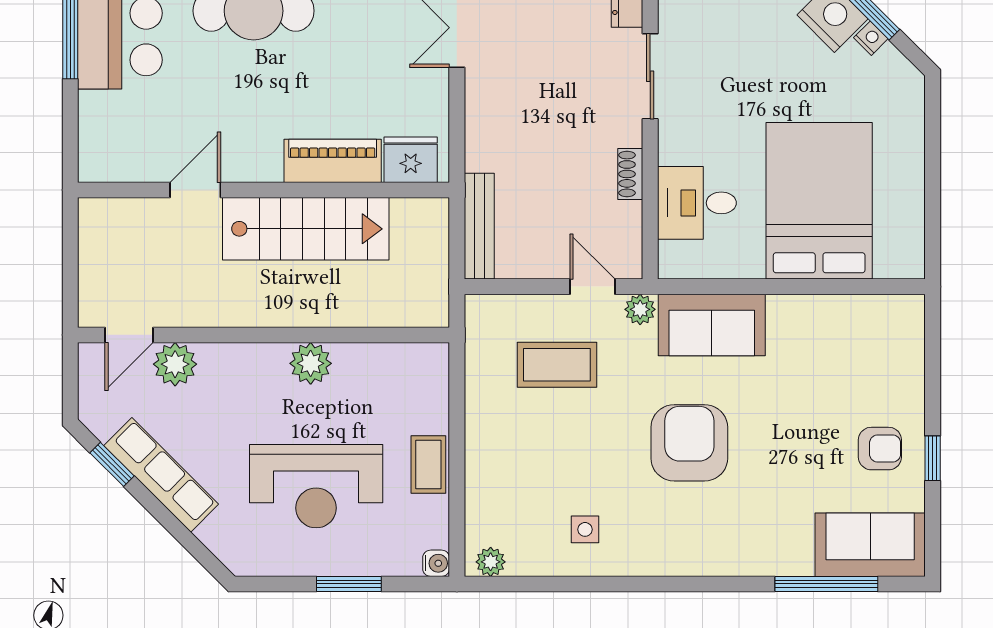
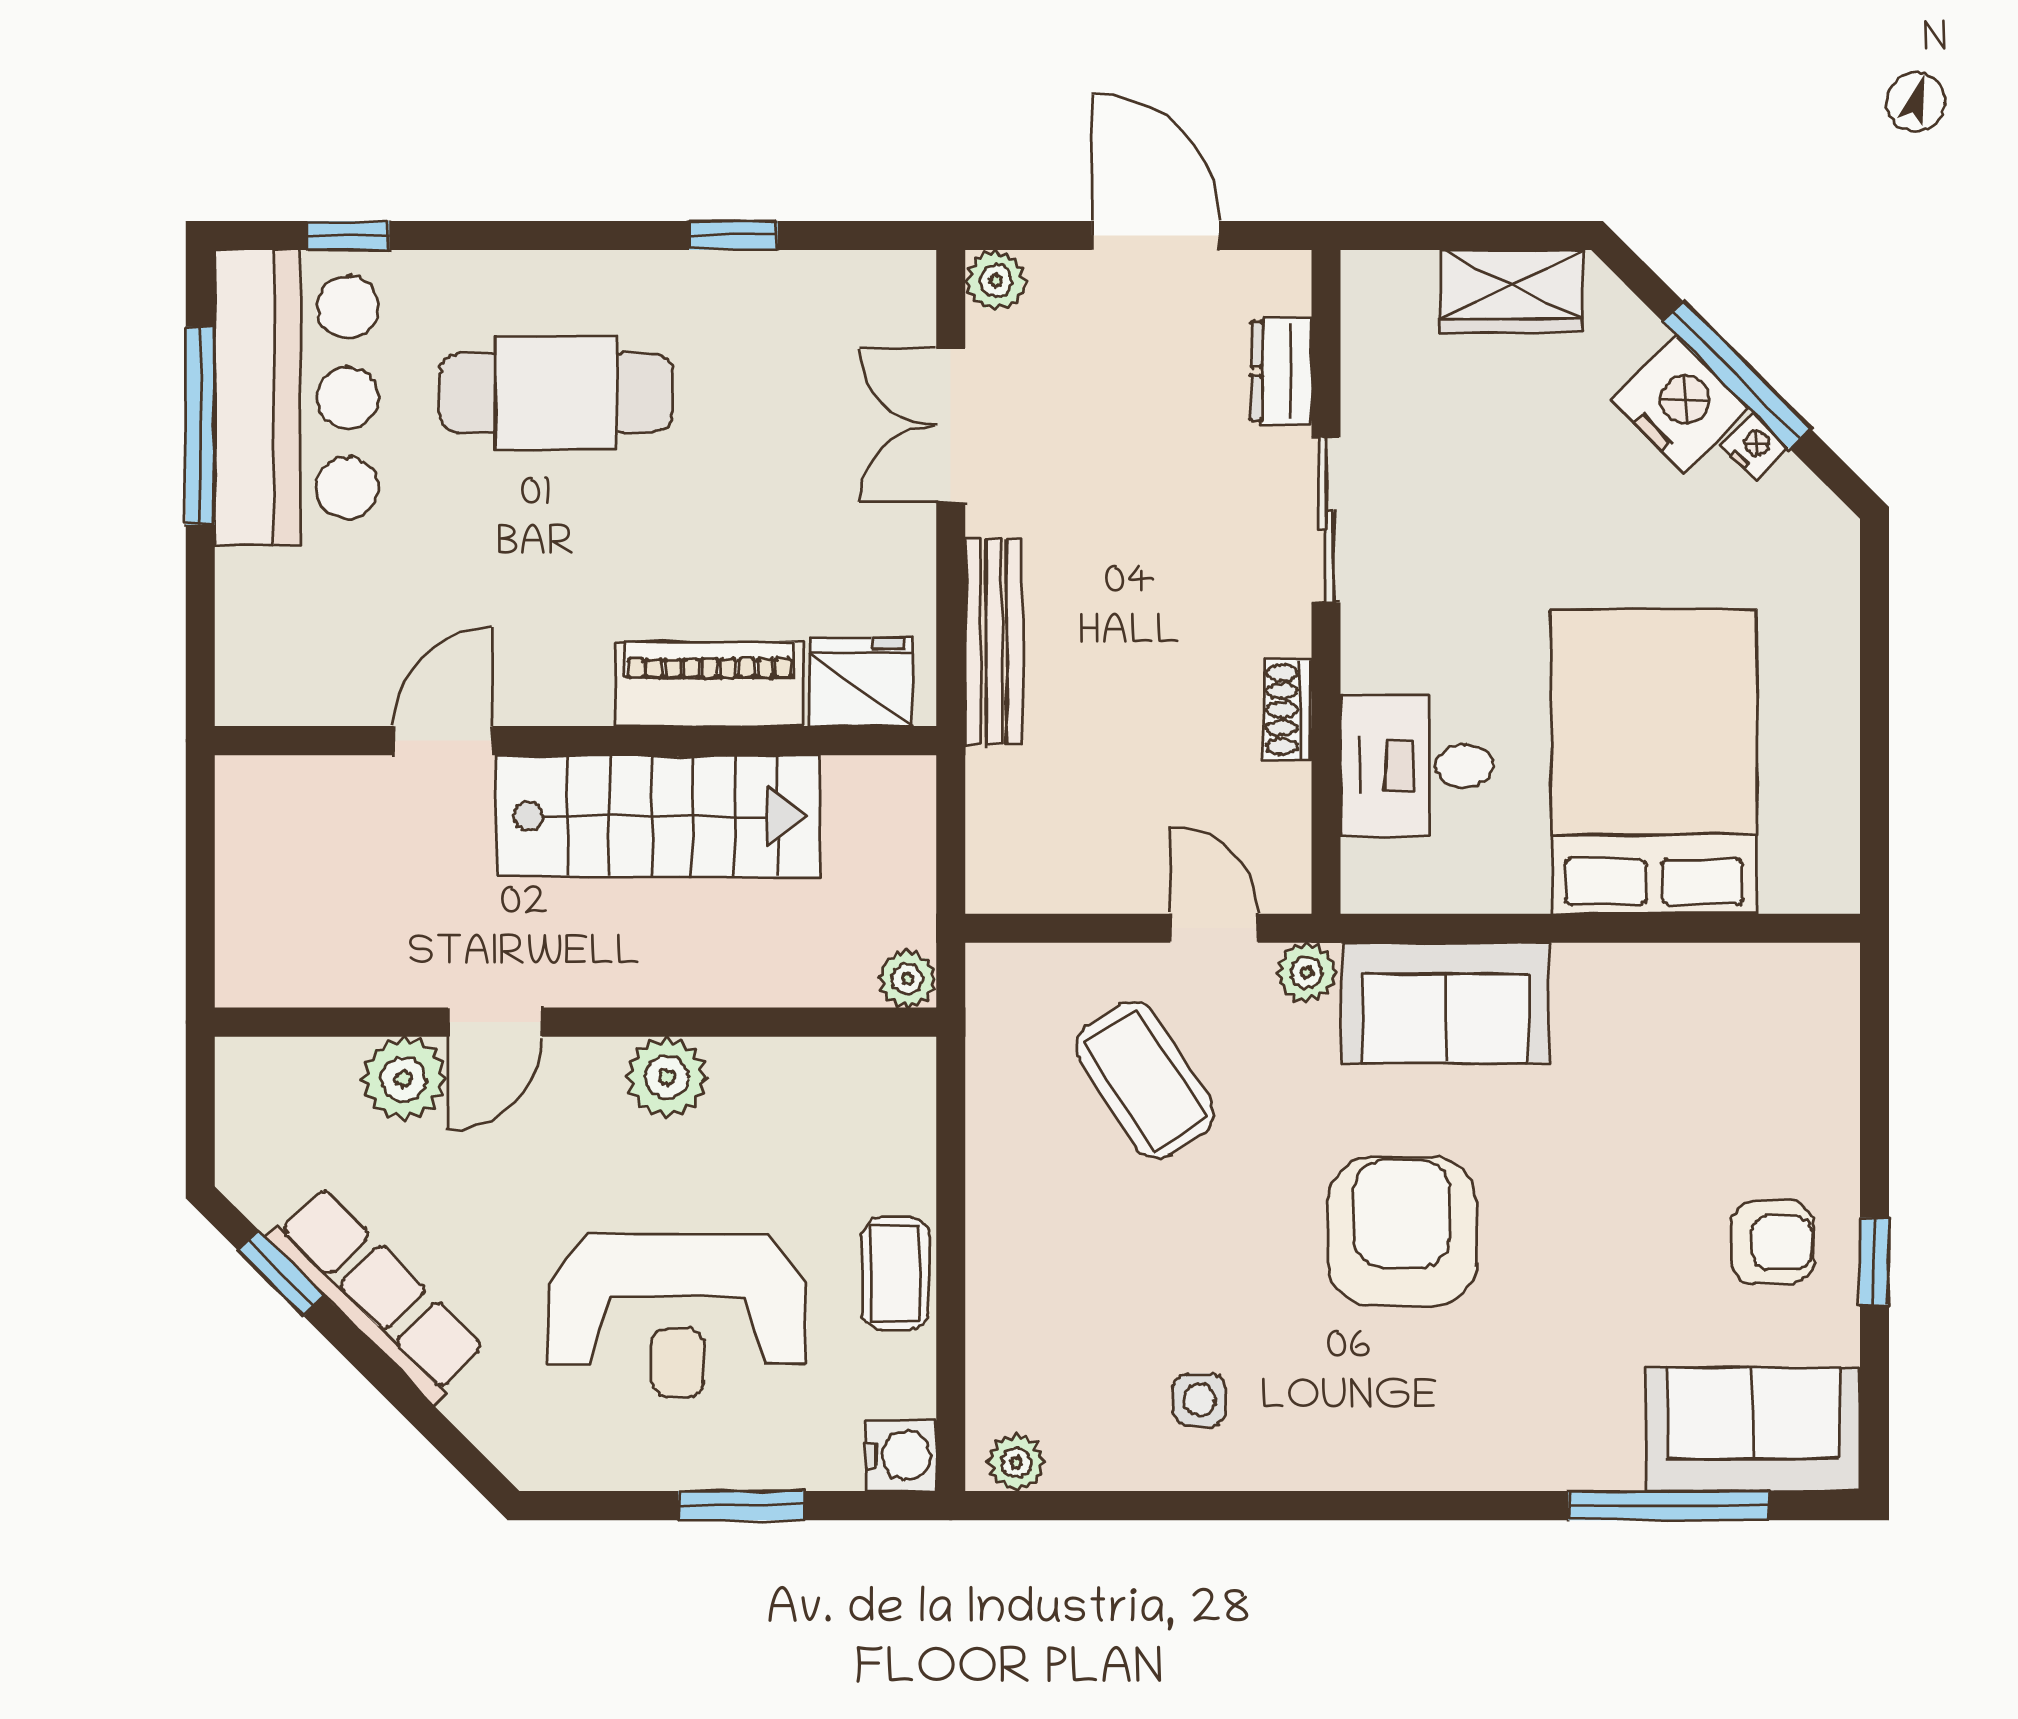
bench: (479, 226) -> (994, 642), moved
plant: (435, 313) -> (907, 979), added
door: (129, 335) -> (495, 1022), moved
coffee table: (557, 365) -> (1145, 1080), turned 57
water cooler: (436, 563) -> (901, 1455), width x1.38, depth x1.38

